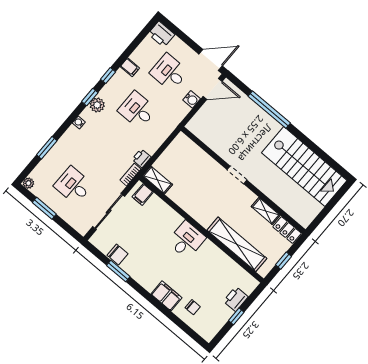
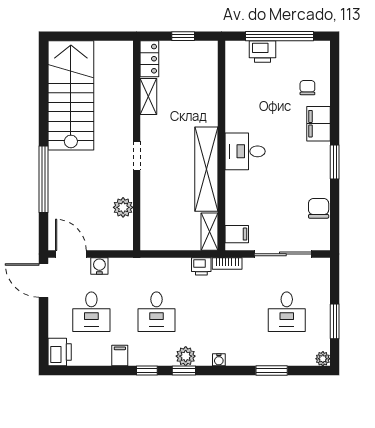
plant: (214, 142) -> (123, 207), added
shelving: (237, 244) -> (206, 169), moved
window: (118, 271) -> (335, 162), moved
window: (236, 316) -> (279, 36), width x3.17

